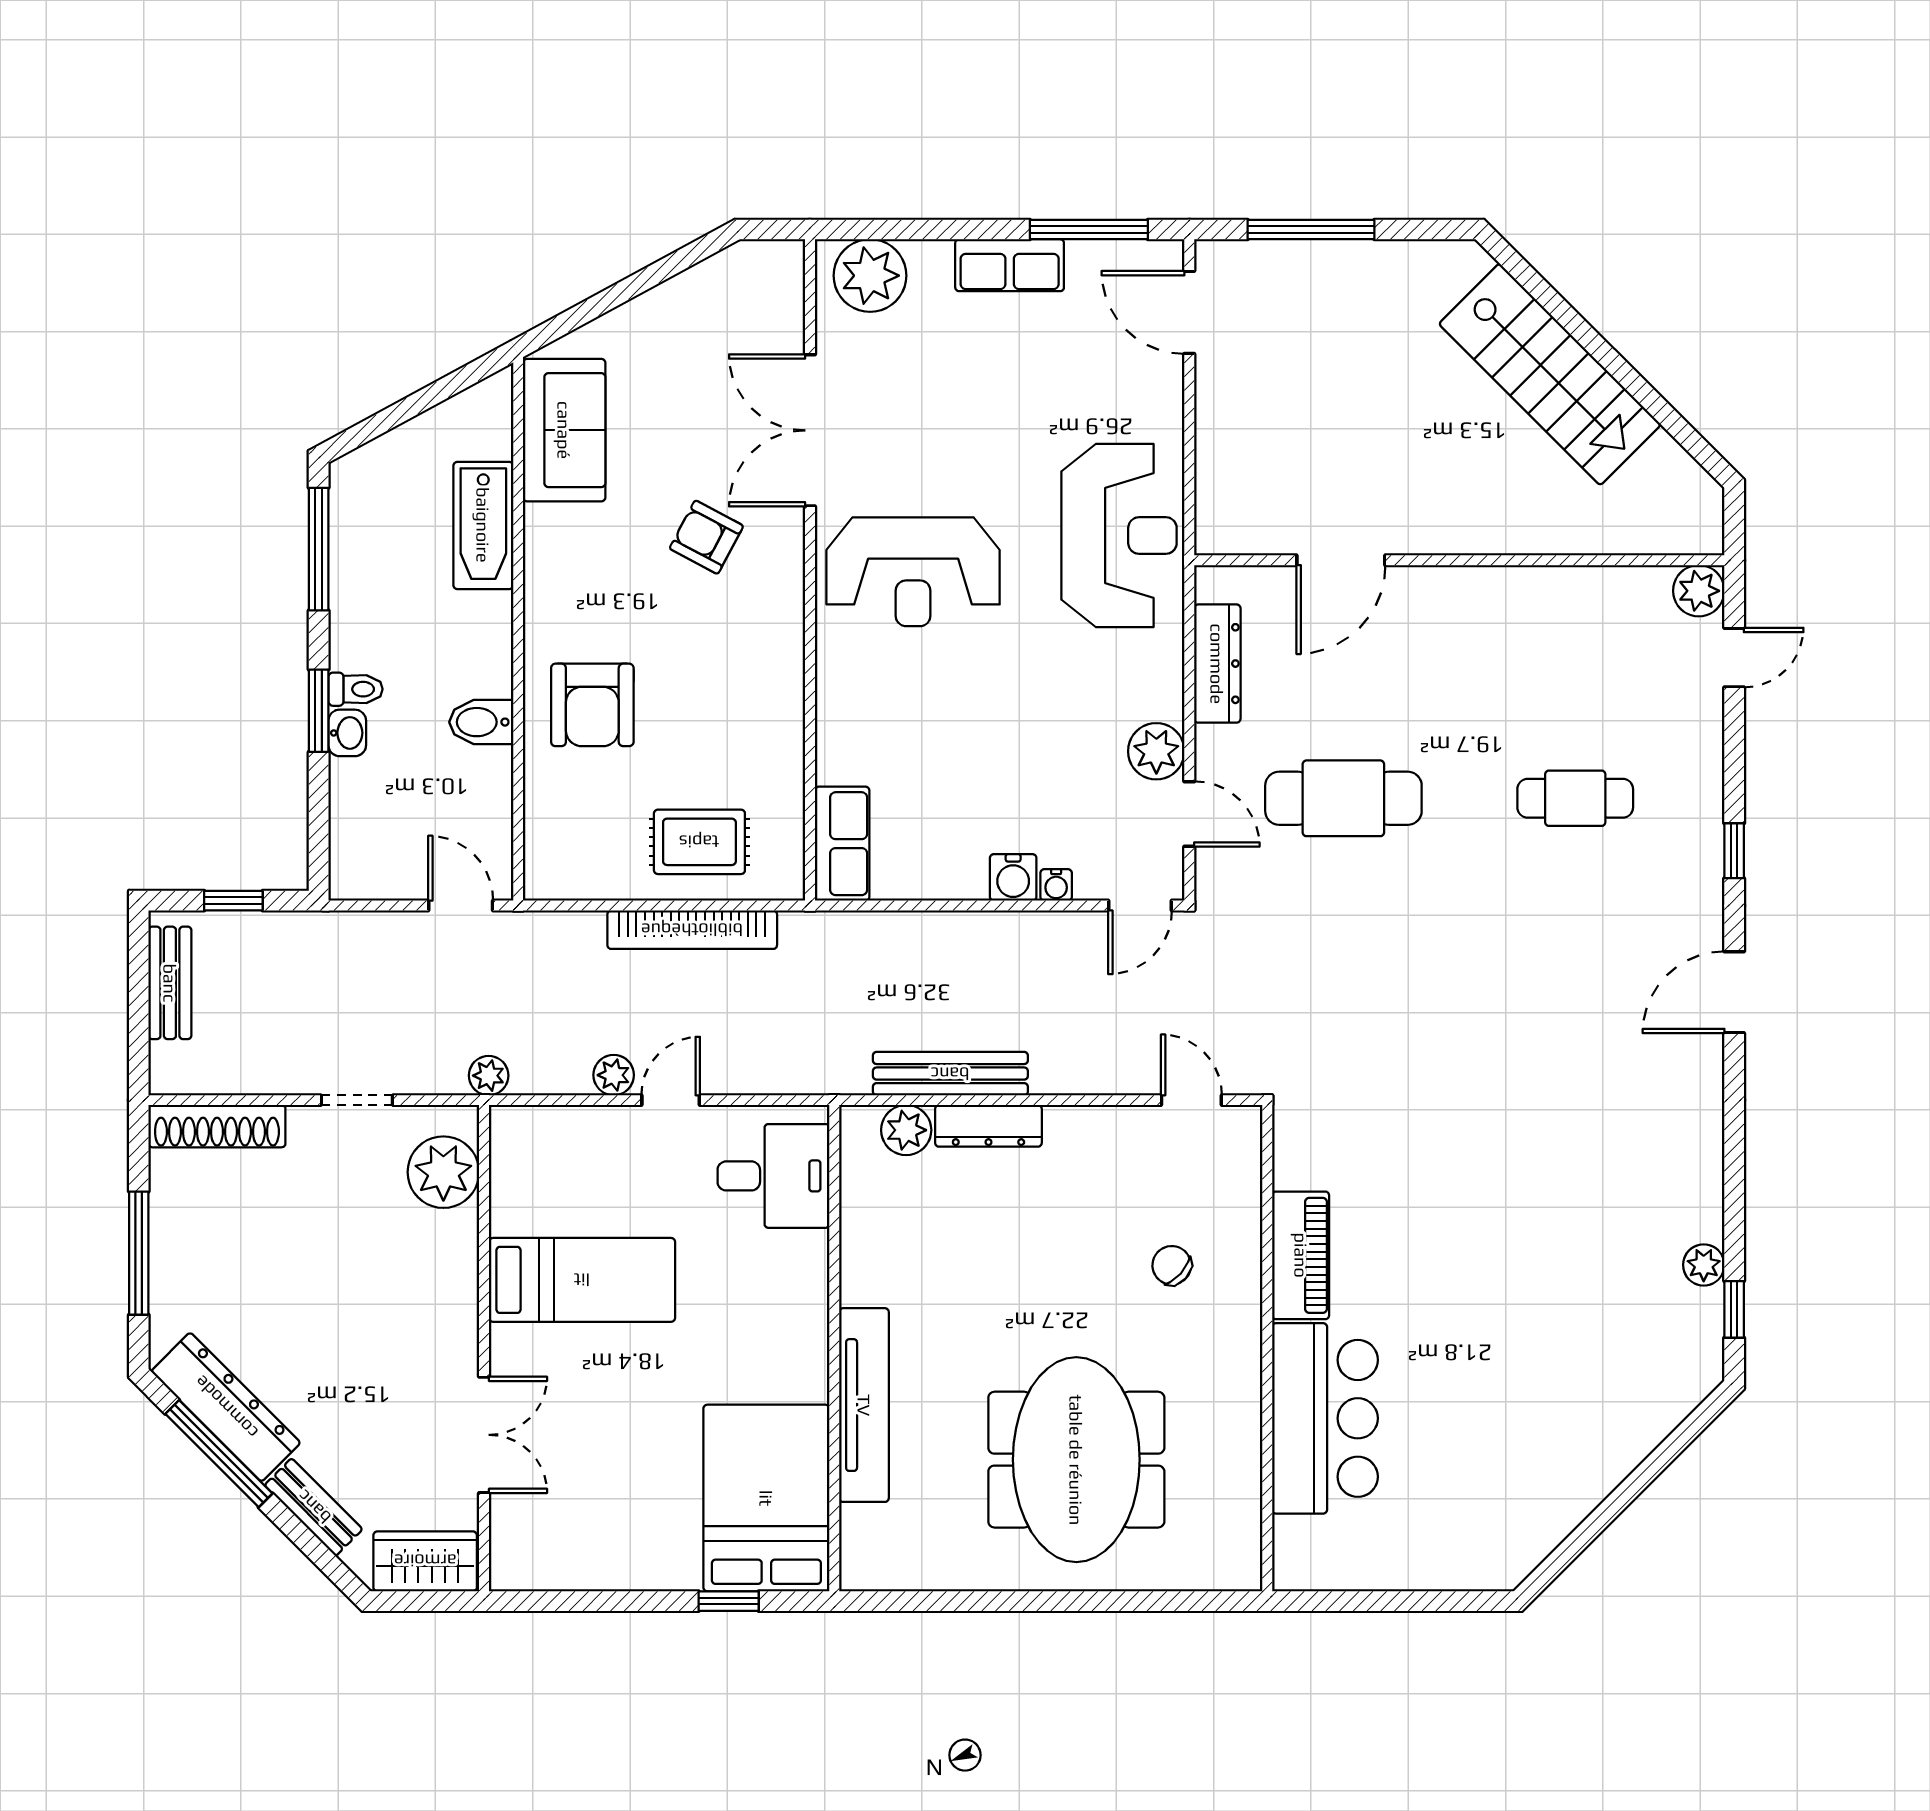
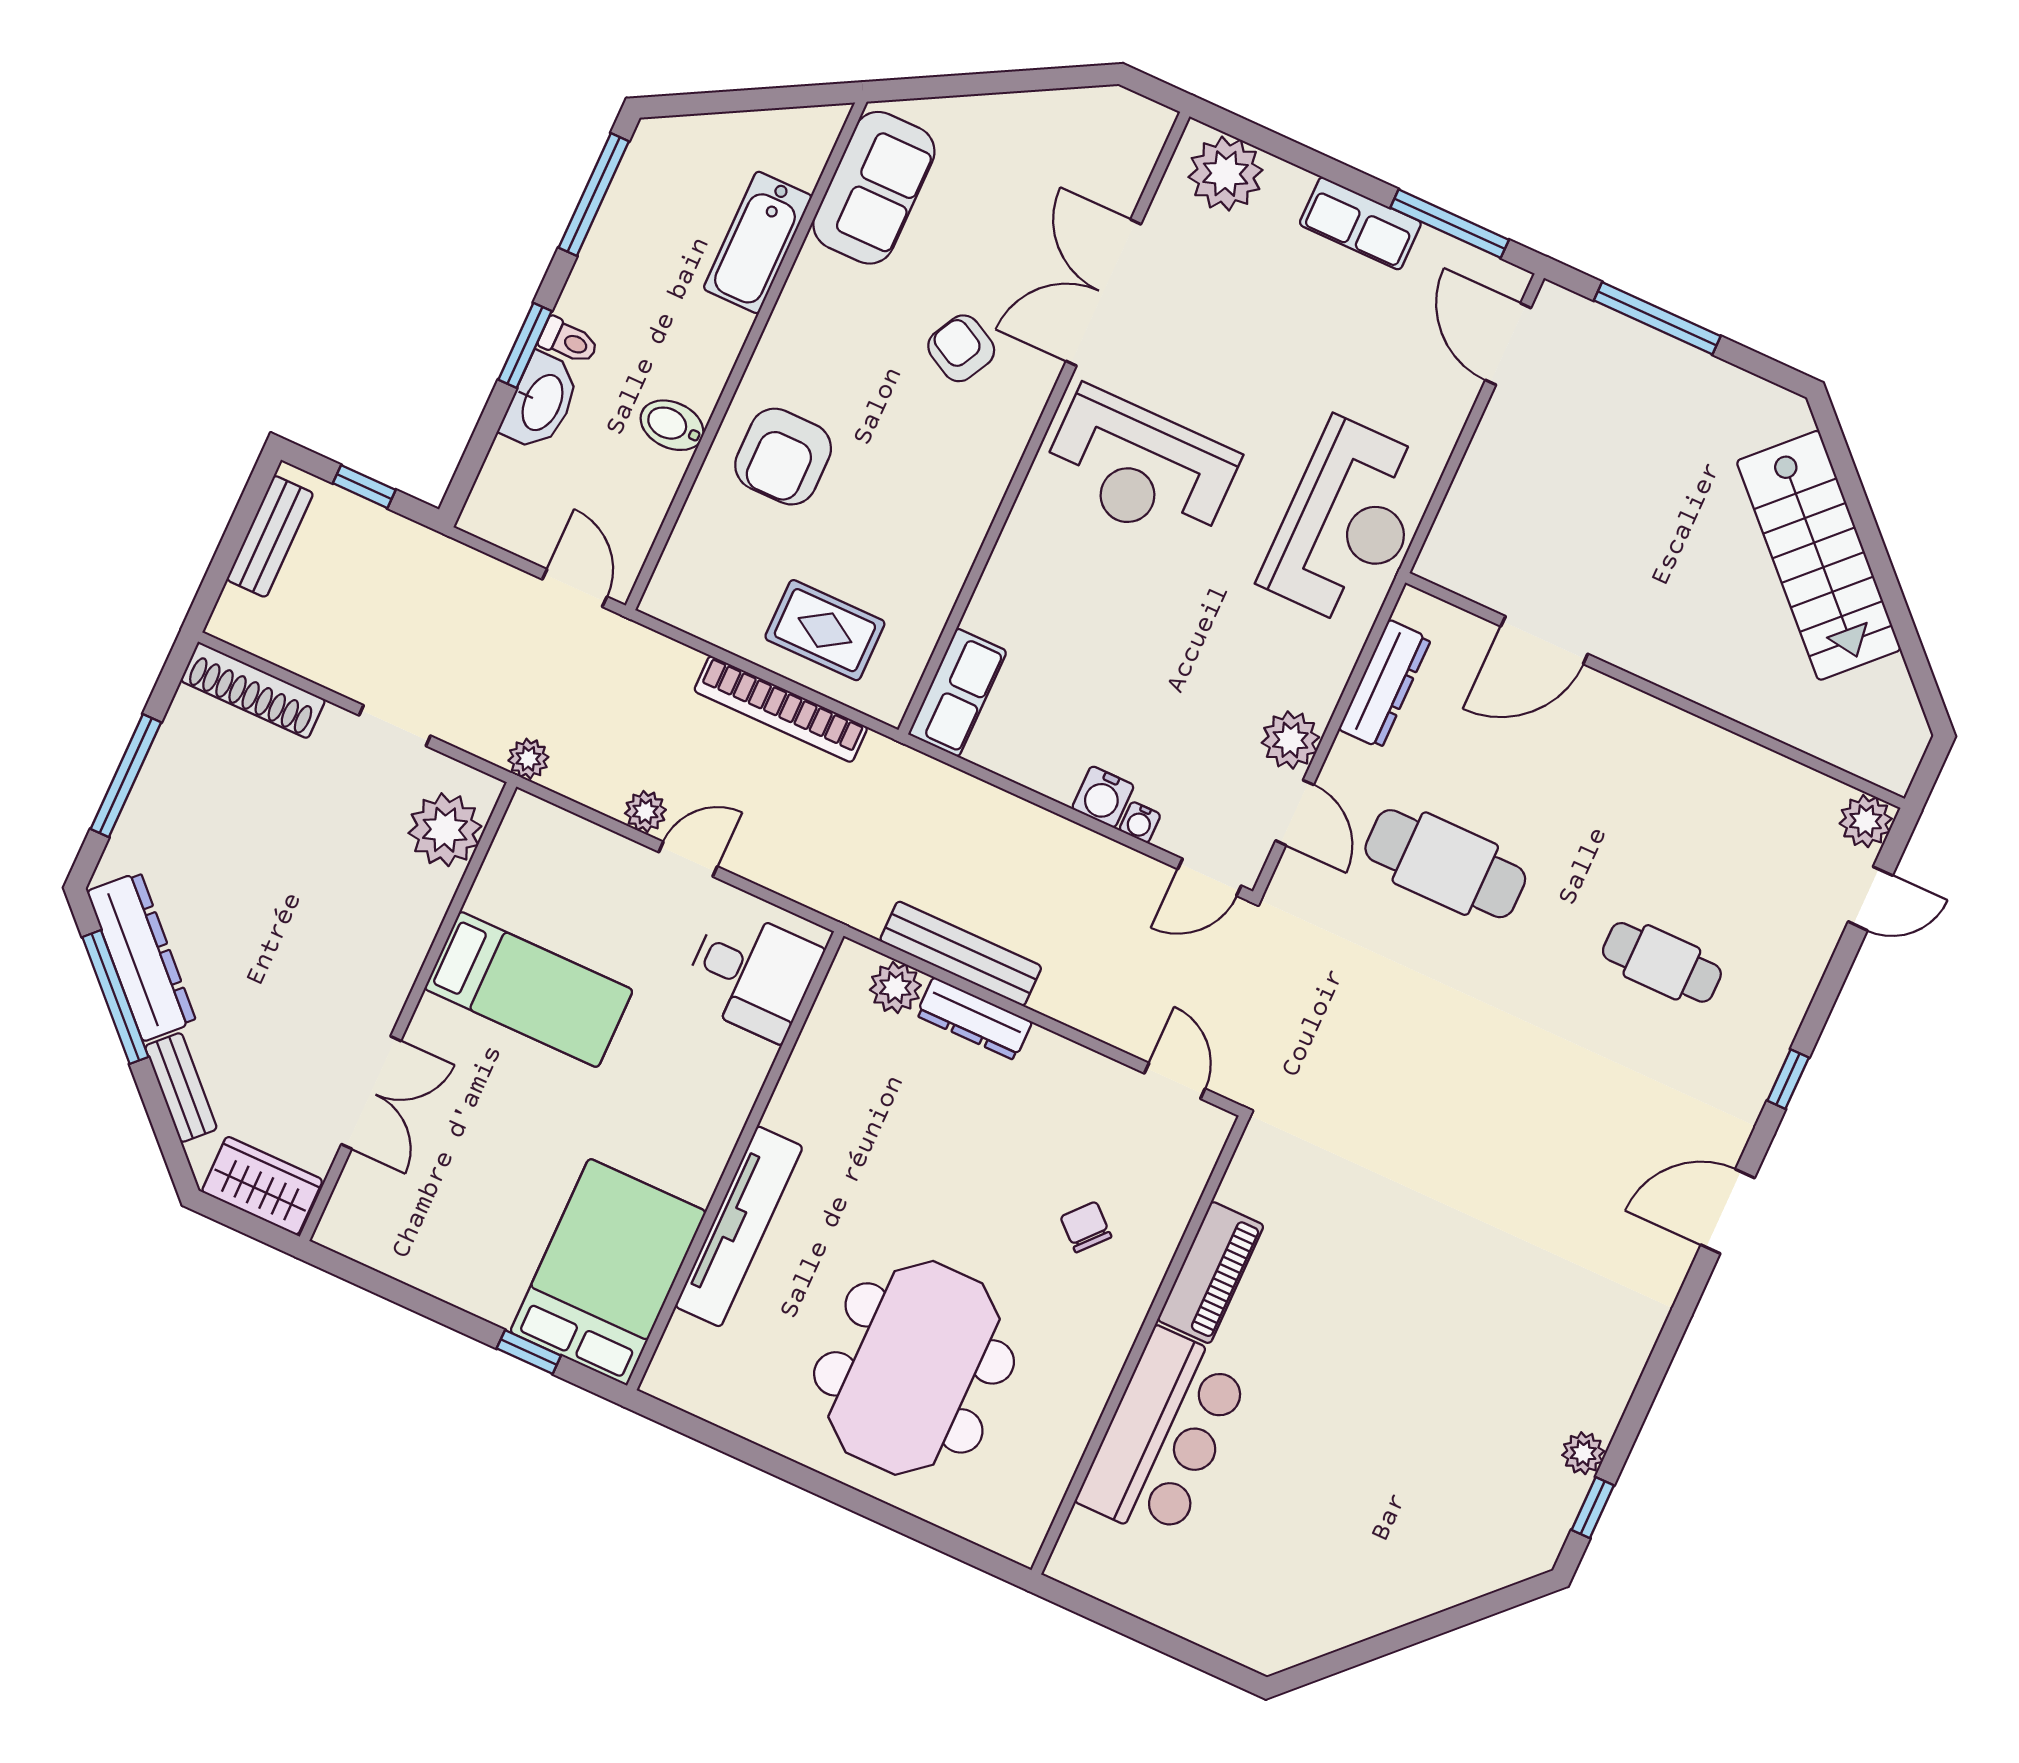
washbasin: (347, 733) -> (541, 402), width x1.91, depth x1.45

